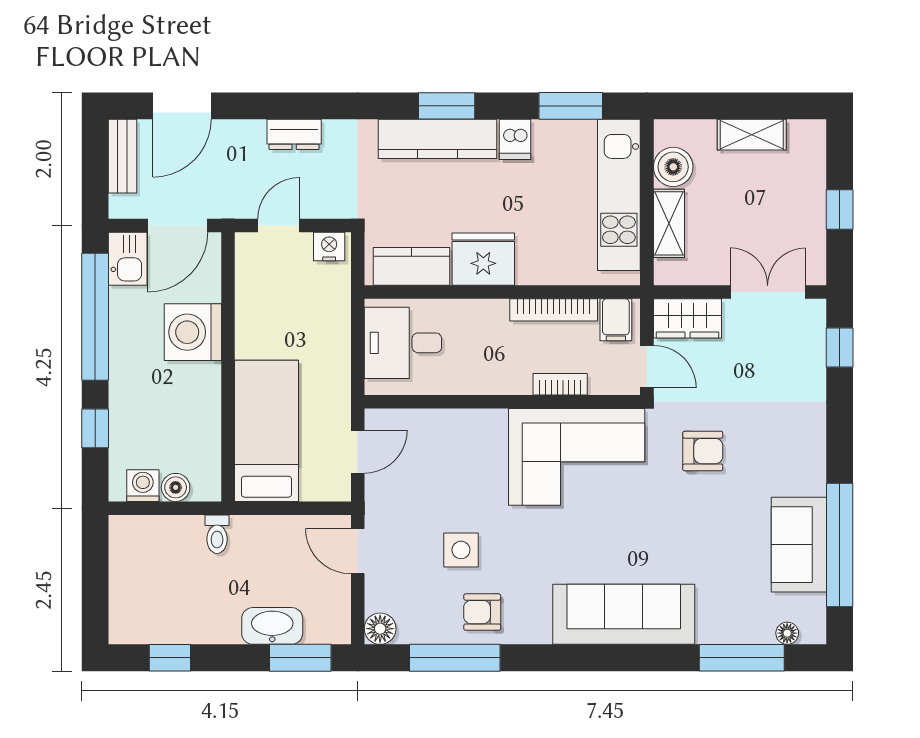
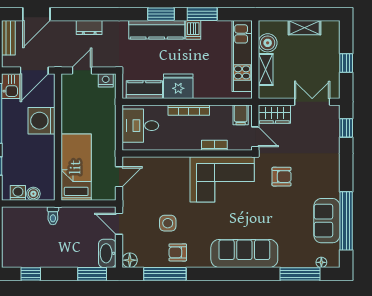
window: (571, 106) -> (202, 14), moved
bookcase: (554, 310) -> (189, 110), moved
washbasin: (272, 626) -> (107, 253), moved, turned -90

